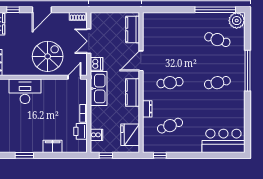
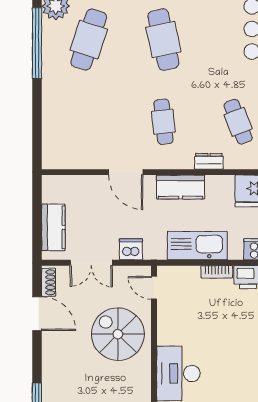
door: (42, 10) -> (37, 314), moved
kitchen counter: (133, 29) -> (53, 227), moved, turned -90
cafe table: (217, 40) -> (89, 40), width x1.37, depth x1.35
cafe table: (217, 83) -> (163, 40), width x1.37, depth x1.35
kitchen sink: (99, 89) -> (197, 246), moved

